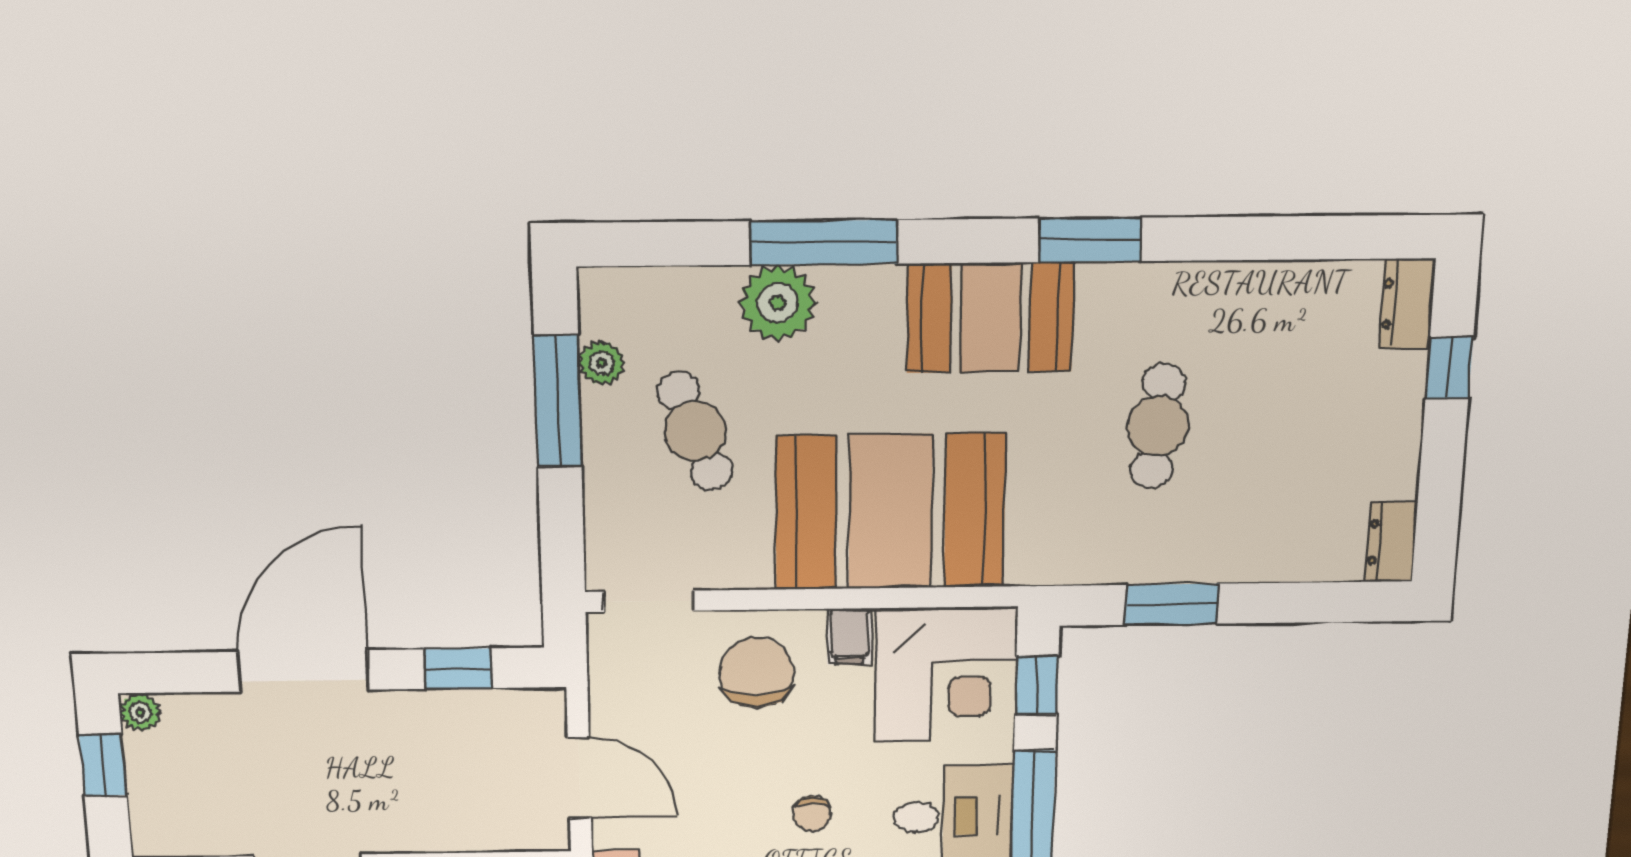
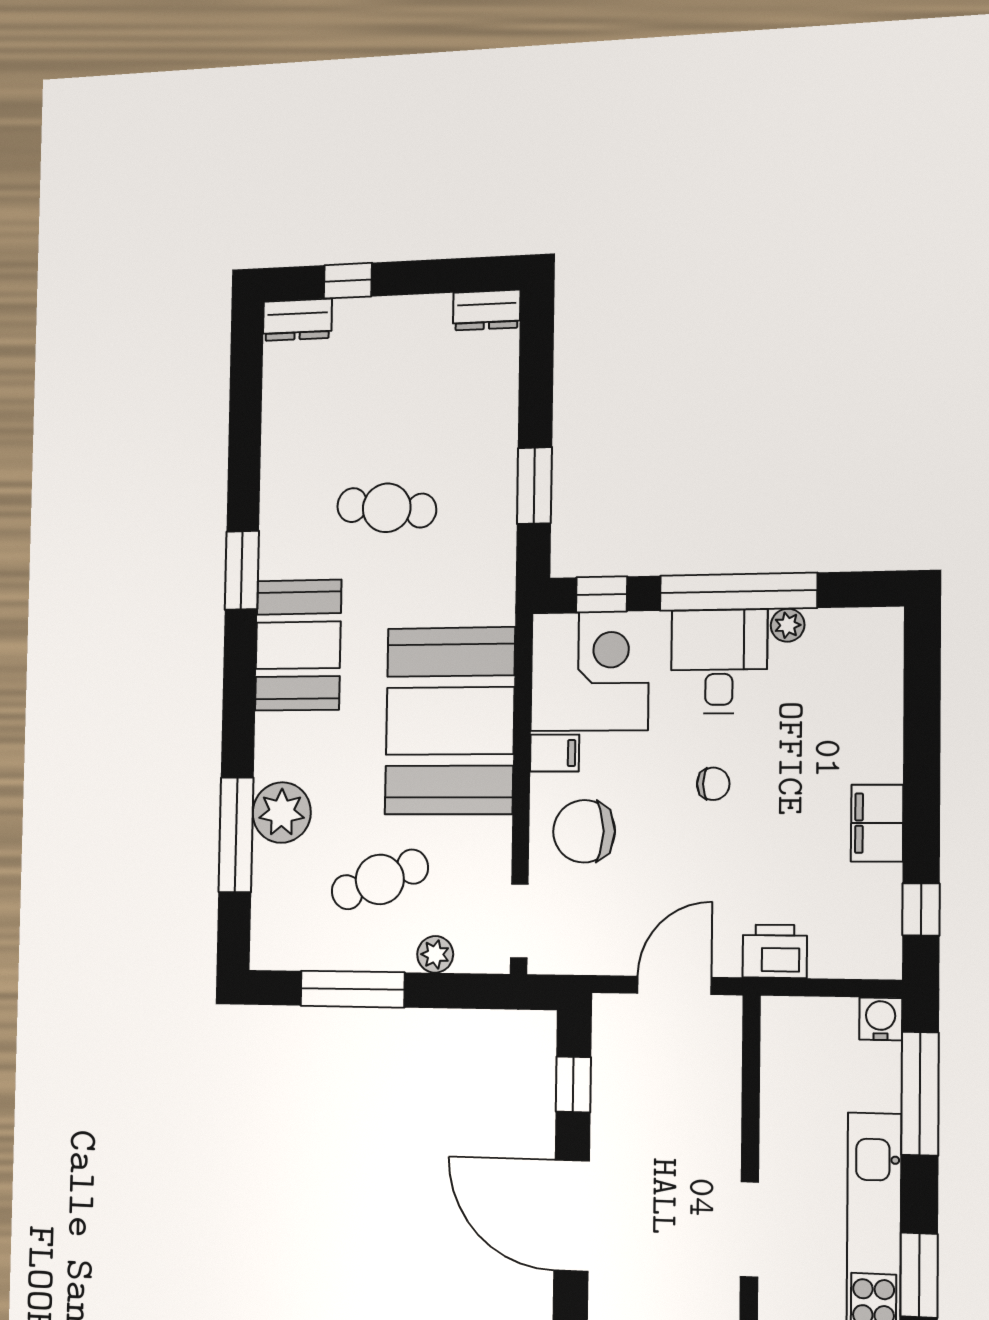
window: (824, 242) -> (236, 835), moved
plant: (602, 363) -> (435, 954), moved

